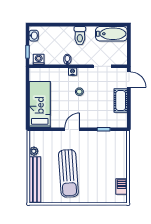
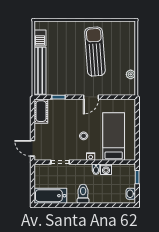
washing machine: (39, 59) -> (106, 169), moved
cot: (121, 101) -> (41, 111), moved
bed: (40, 105) -> (114, 136), moved, turned 180
bench: (35, 180) -> (40, 71), moved

